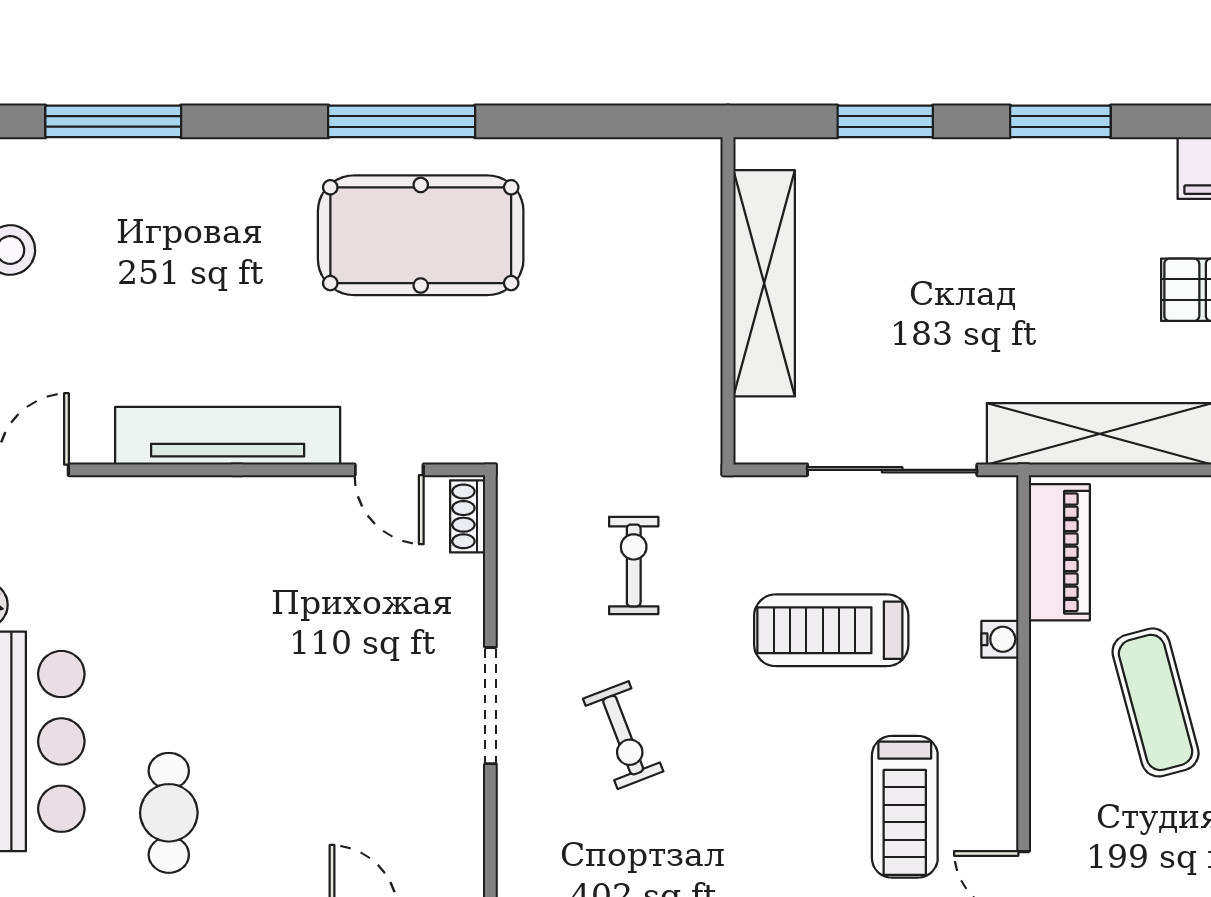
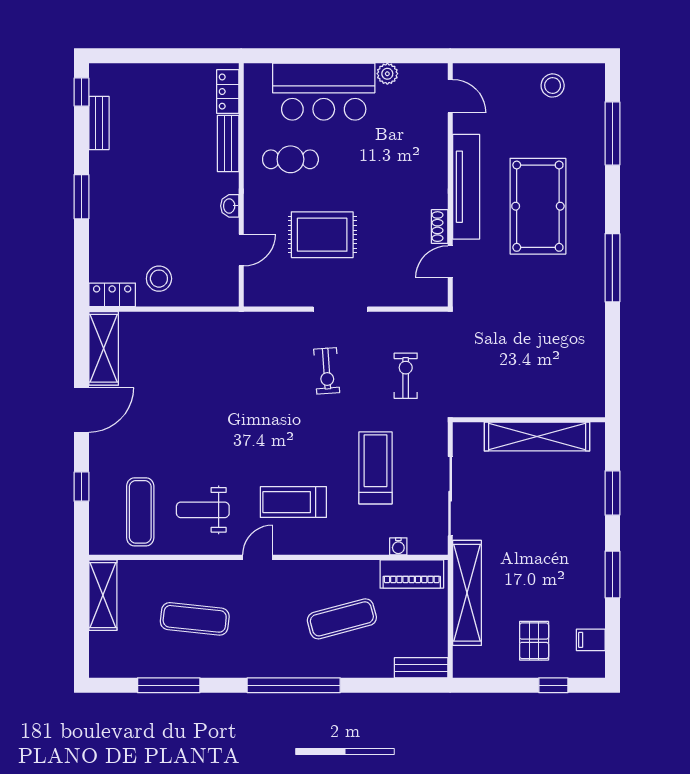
pool table: (421, 235) -> (538, 206), moved
shoe rack: (468, 516) -> (440, 227), moved, turned -90
exercise bike: (634, 565) -> (406, 376), turned -90
water cooler: (1000, 639) -> (398, 546), moved
exercise bike: (623, 735) -> (327, 371), turned -73
rug: (331, 745) -> (322, 235), added

